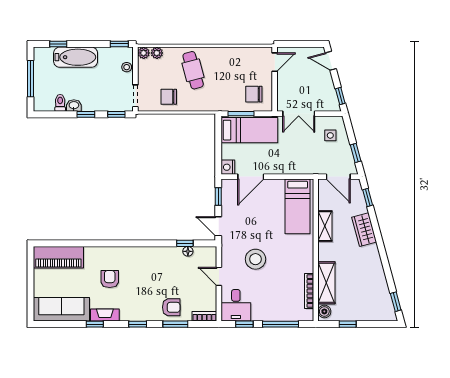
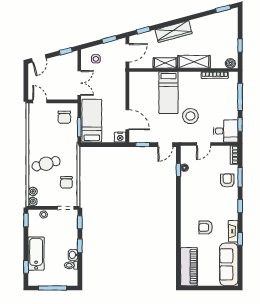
bed: (298, 206) -> (169, 93), moved, turned 90
wardrobe: (364, 230) -> (173, 31), width x1.50
shelving: (326, 283) -> (194, 62), moved

